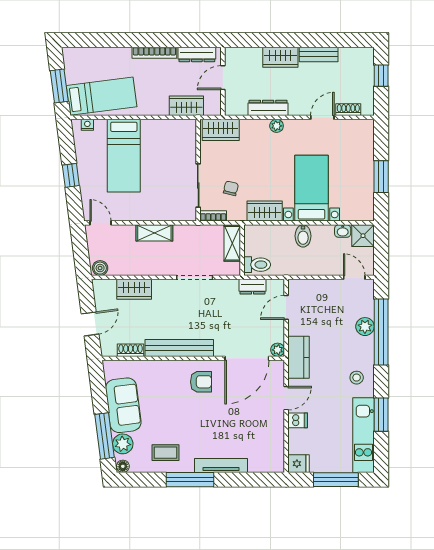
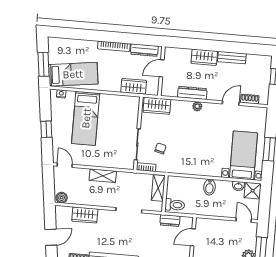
bed with nightstands: (311, 188) -> (243, 155), moved
wardrobe: (265, 211) -> (183, 167), removed

